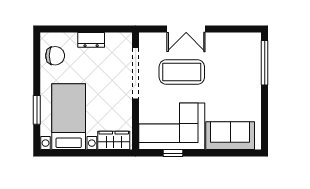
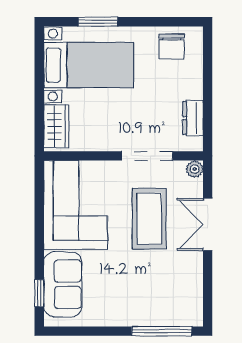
plant: (145, 39) -> (195, 169), added
dresser: (91, 40) -> (193, 118), moved
doorway: (136, 73) -> (147, 156), width x0.73
window: (173, 153) -> (39, 293), moved

